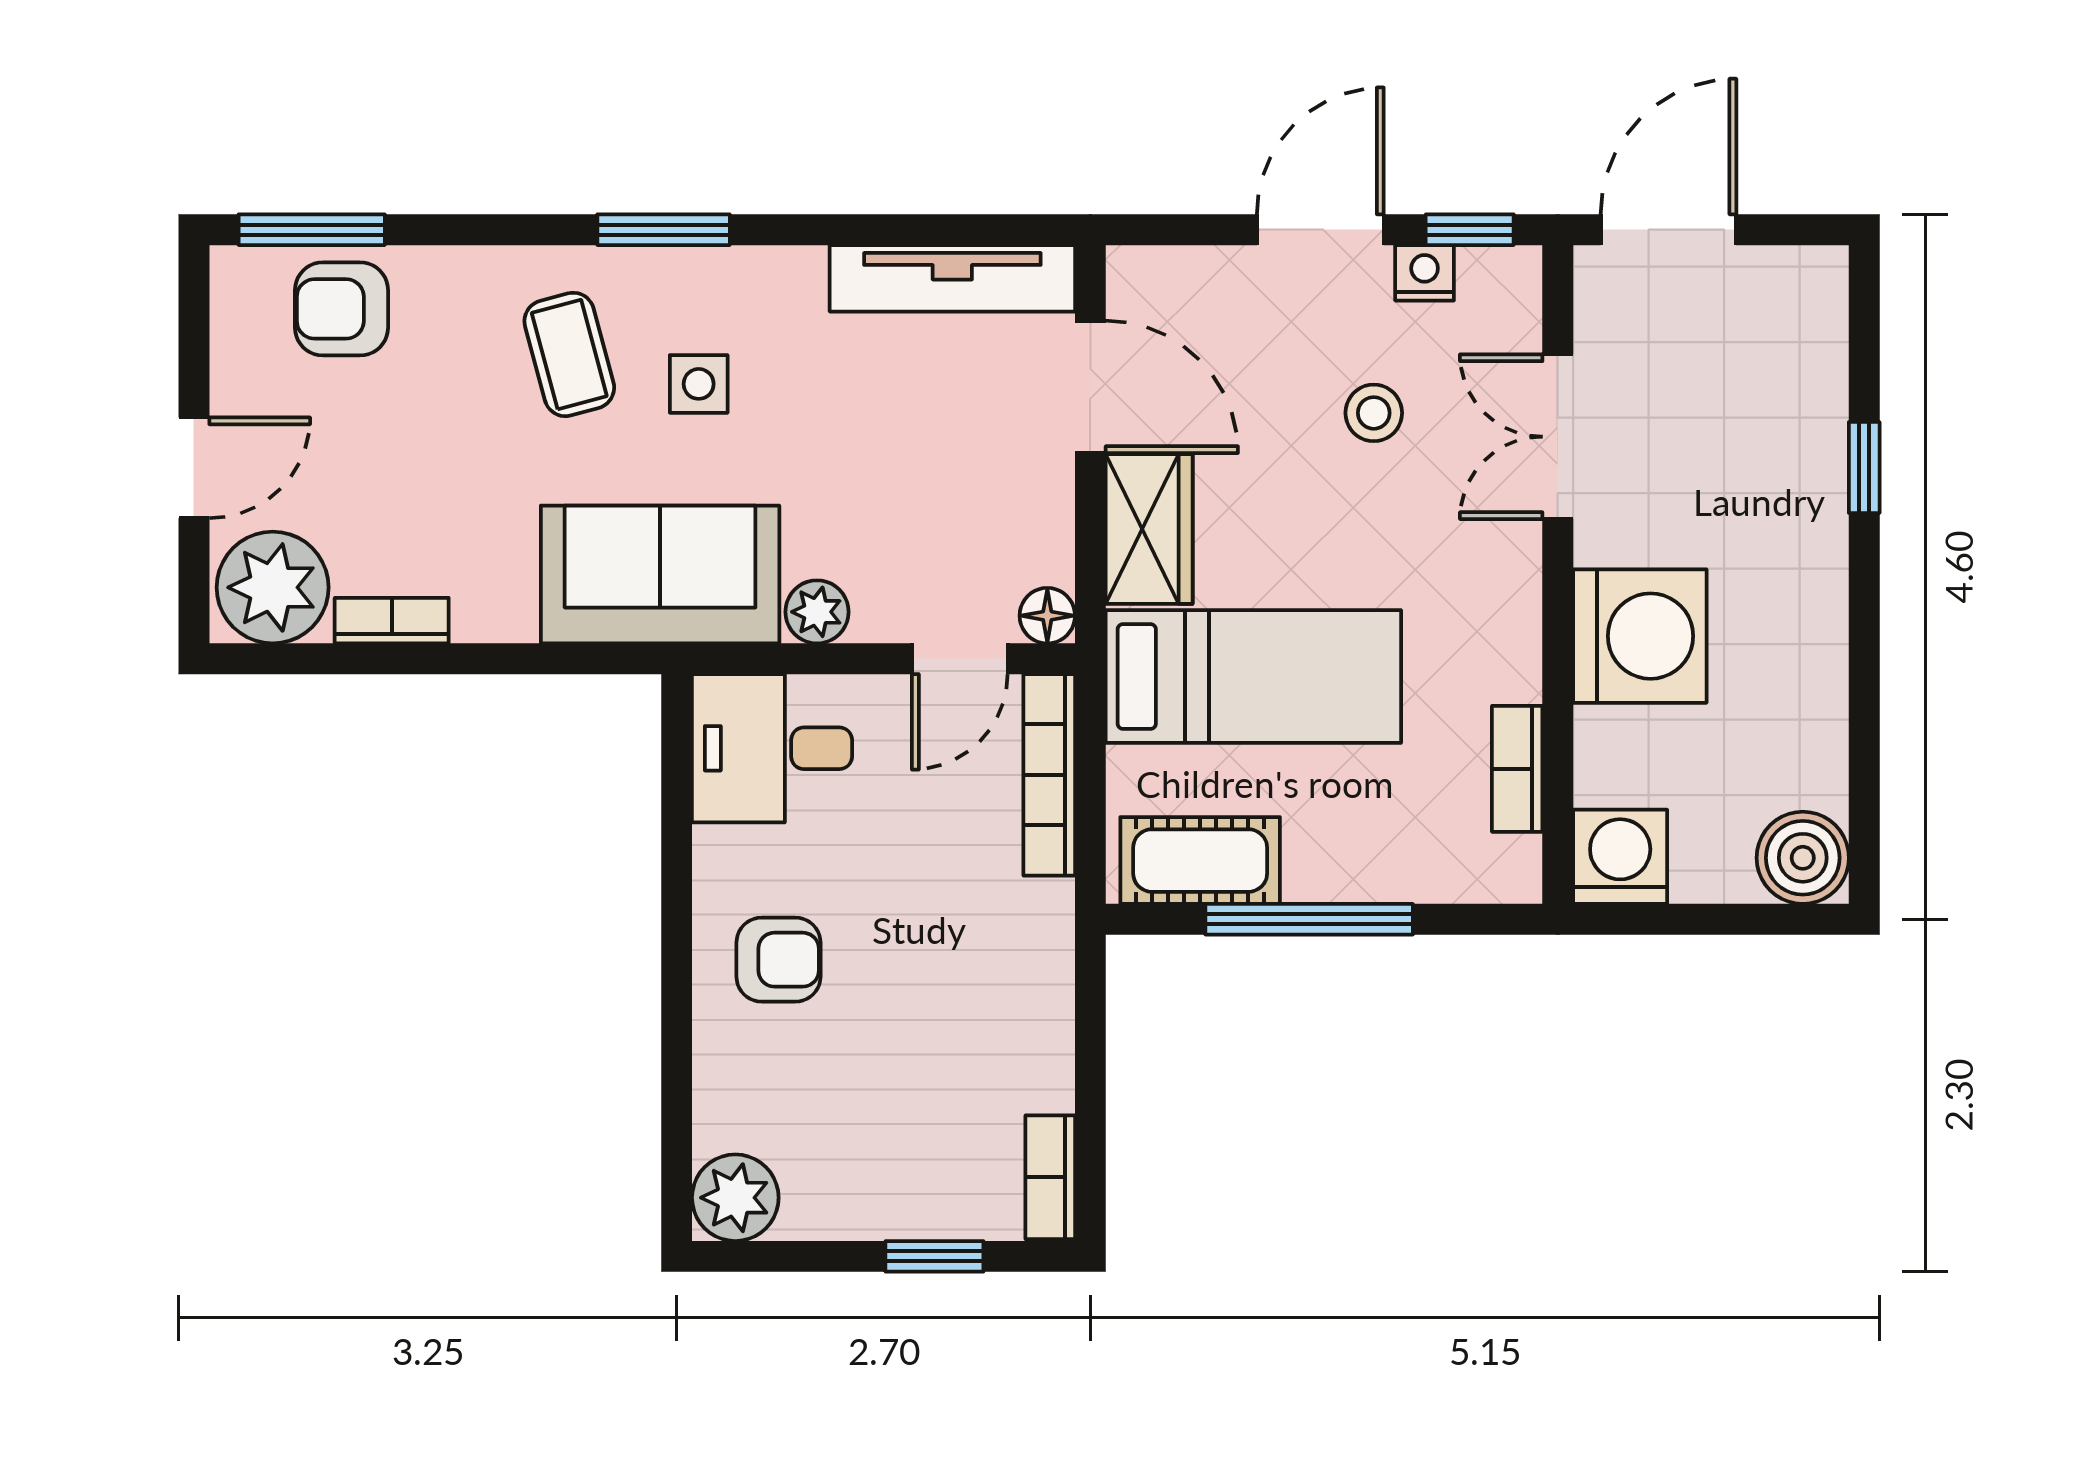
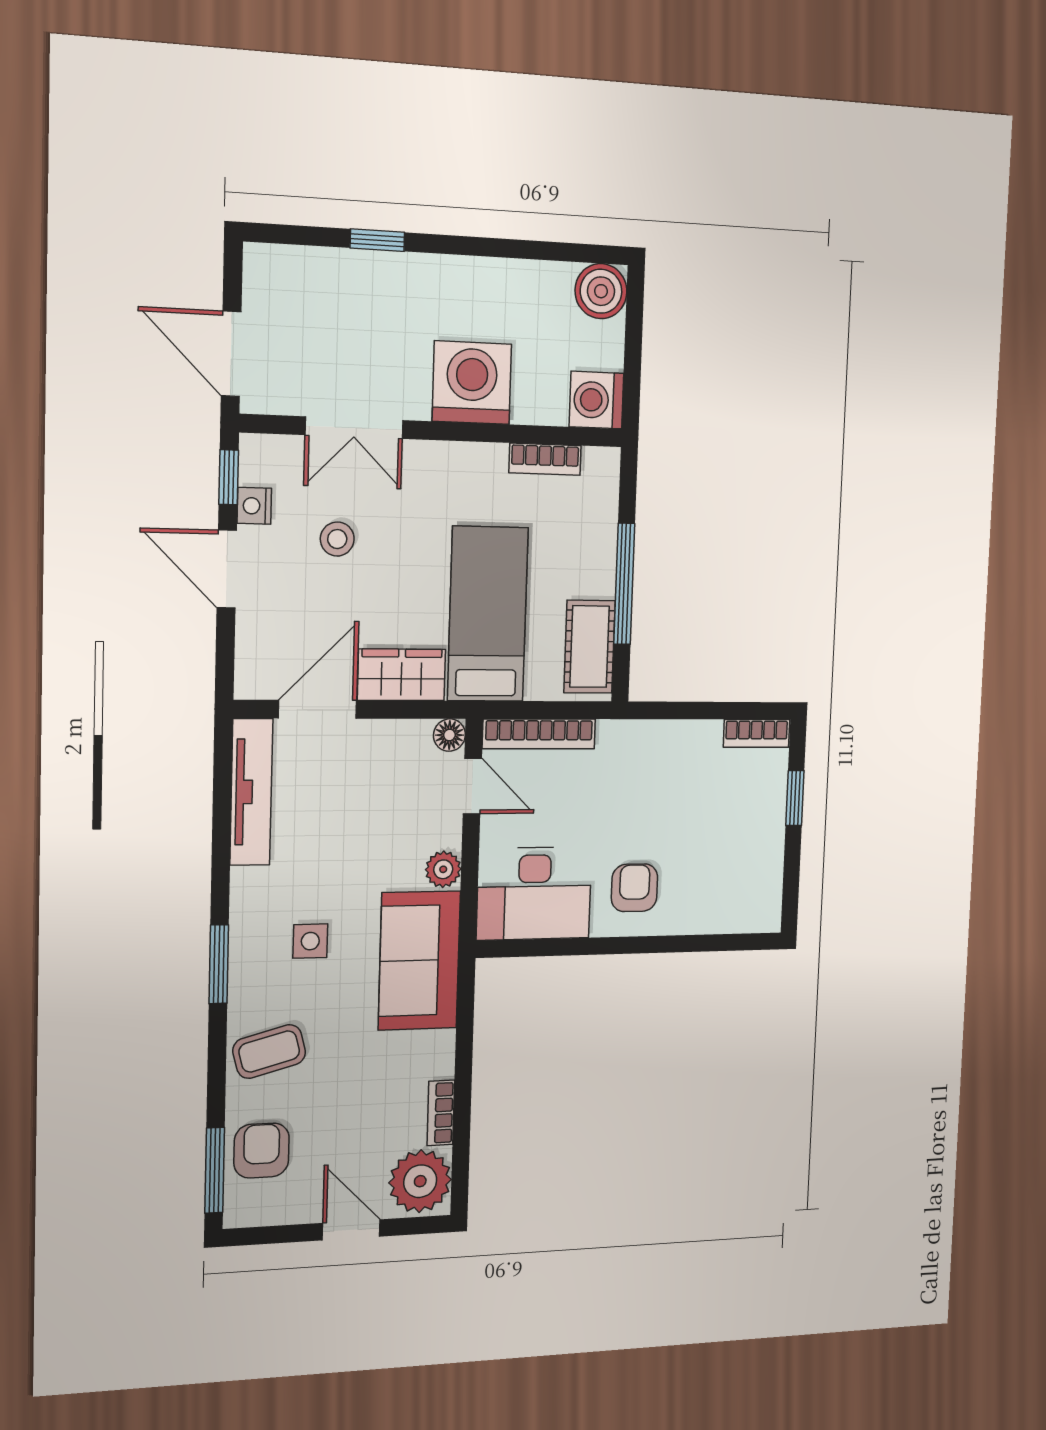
armchair: (341, 309) -> (262, 1151), turned 180
coffee table: (569, 354) -> (269, 1051), moved
desk: (772, 748) -> (534, 893), width x1.37
plant: (735, 1198) -> (759, 909), removed

